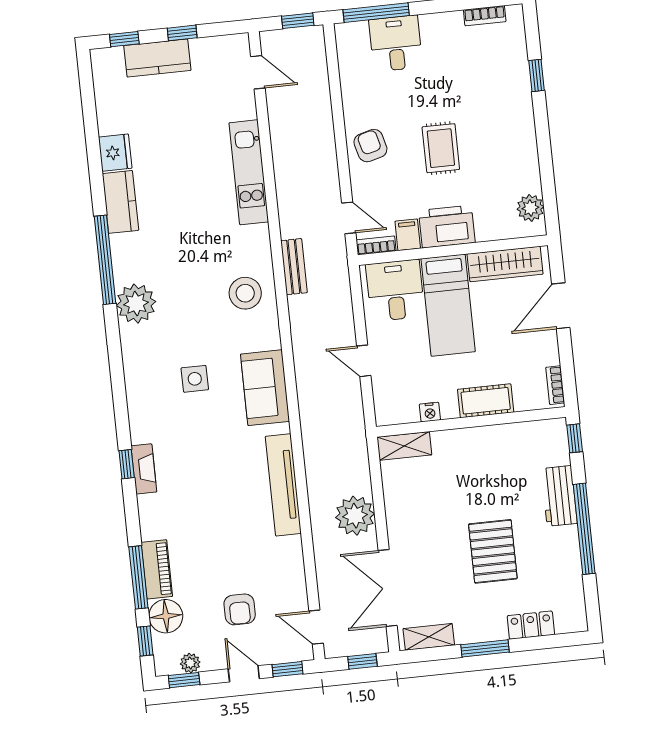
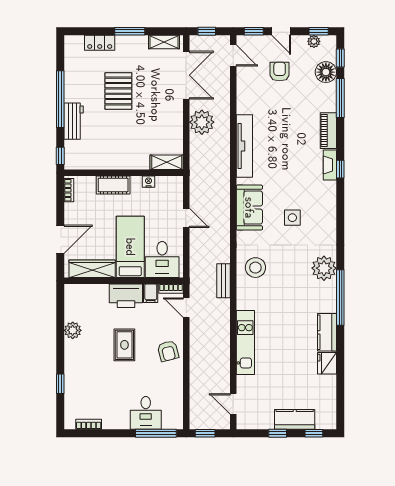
plant: (530, 208) -> (73, 330), moved
piano: (157, 569) -> (328, 131), moved

